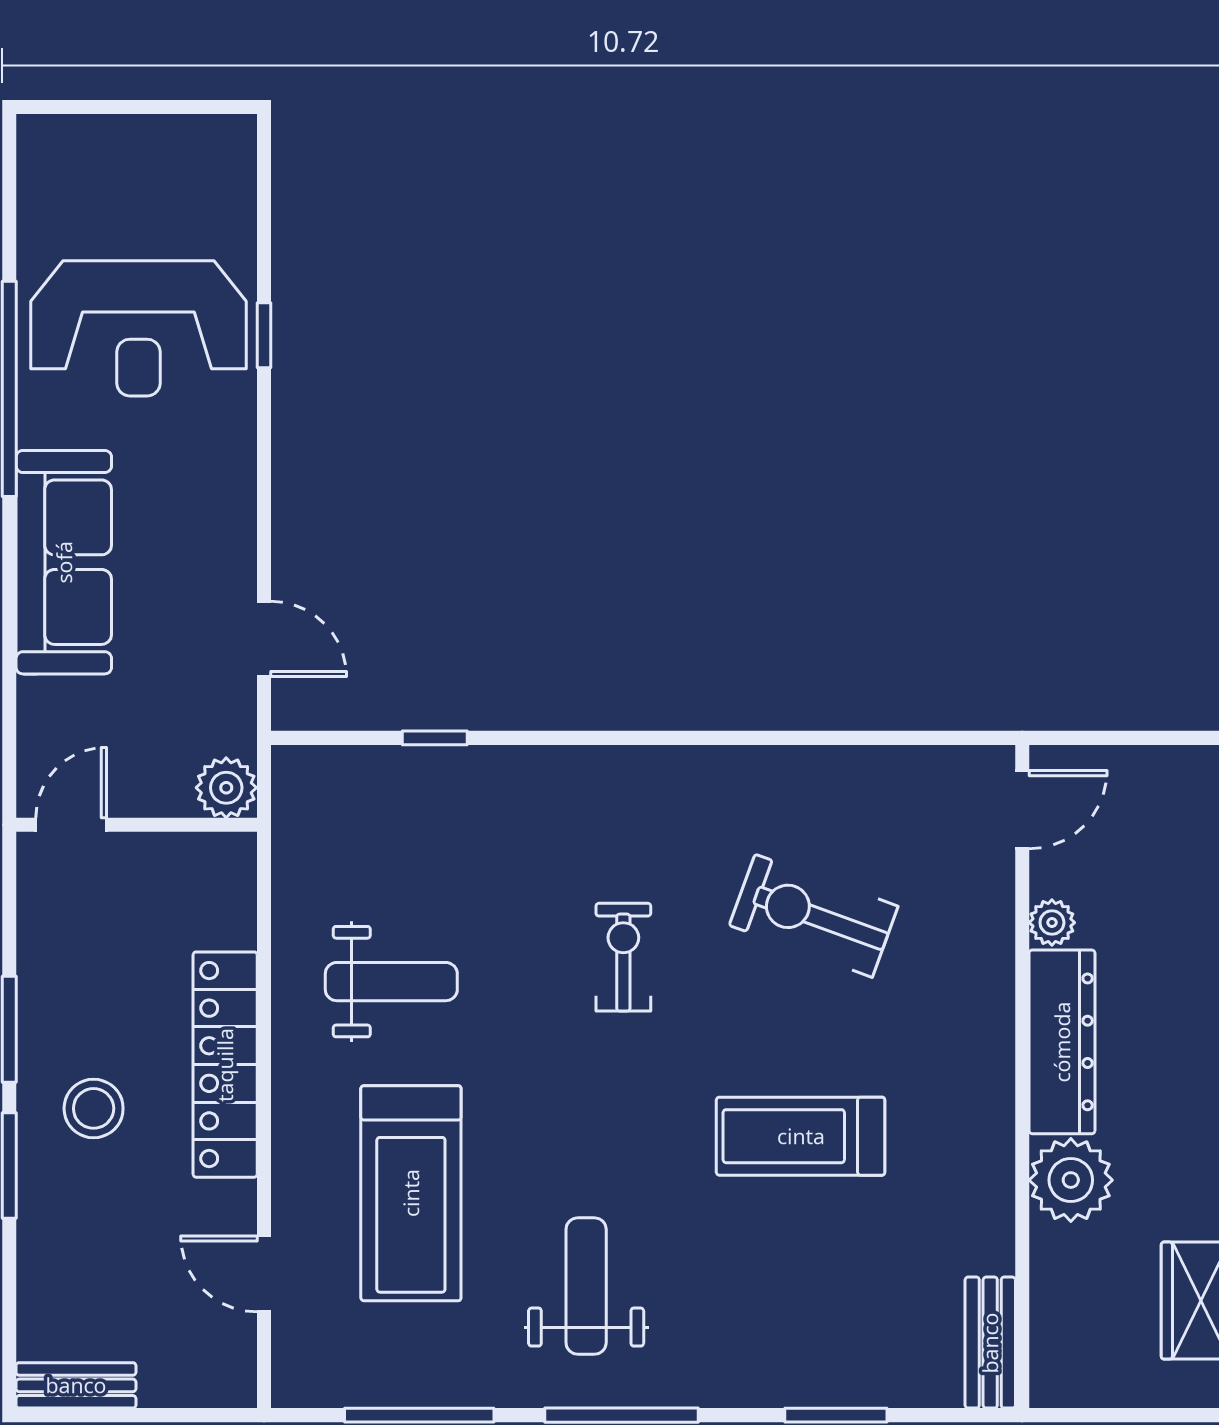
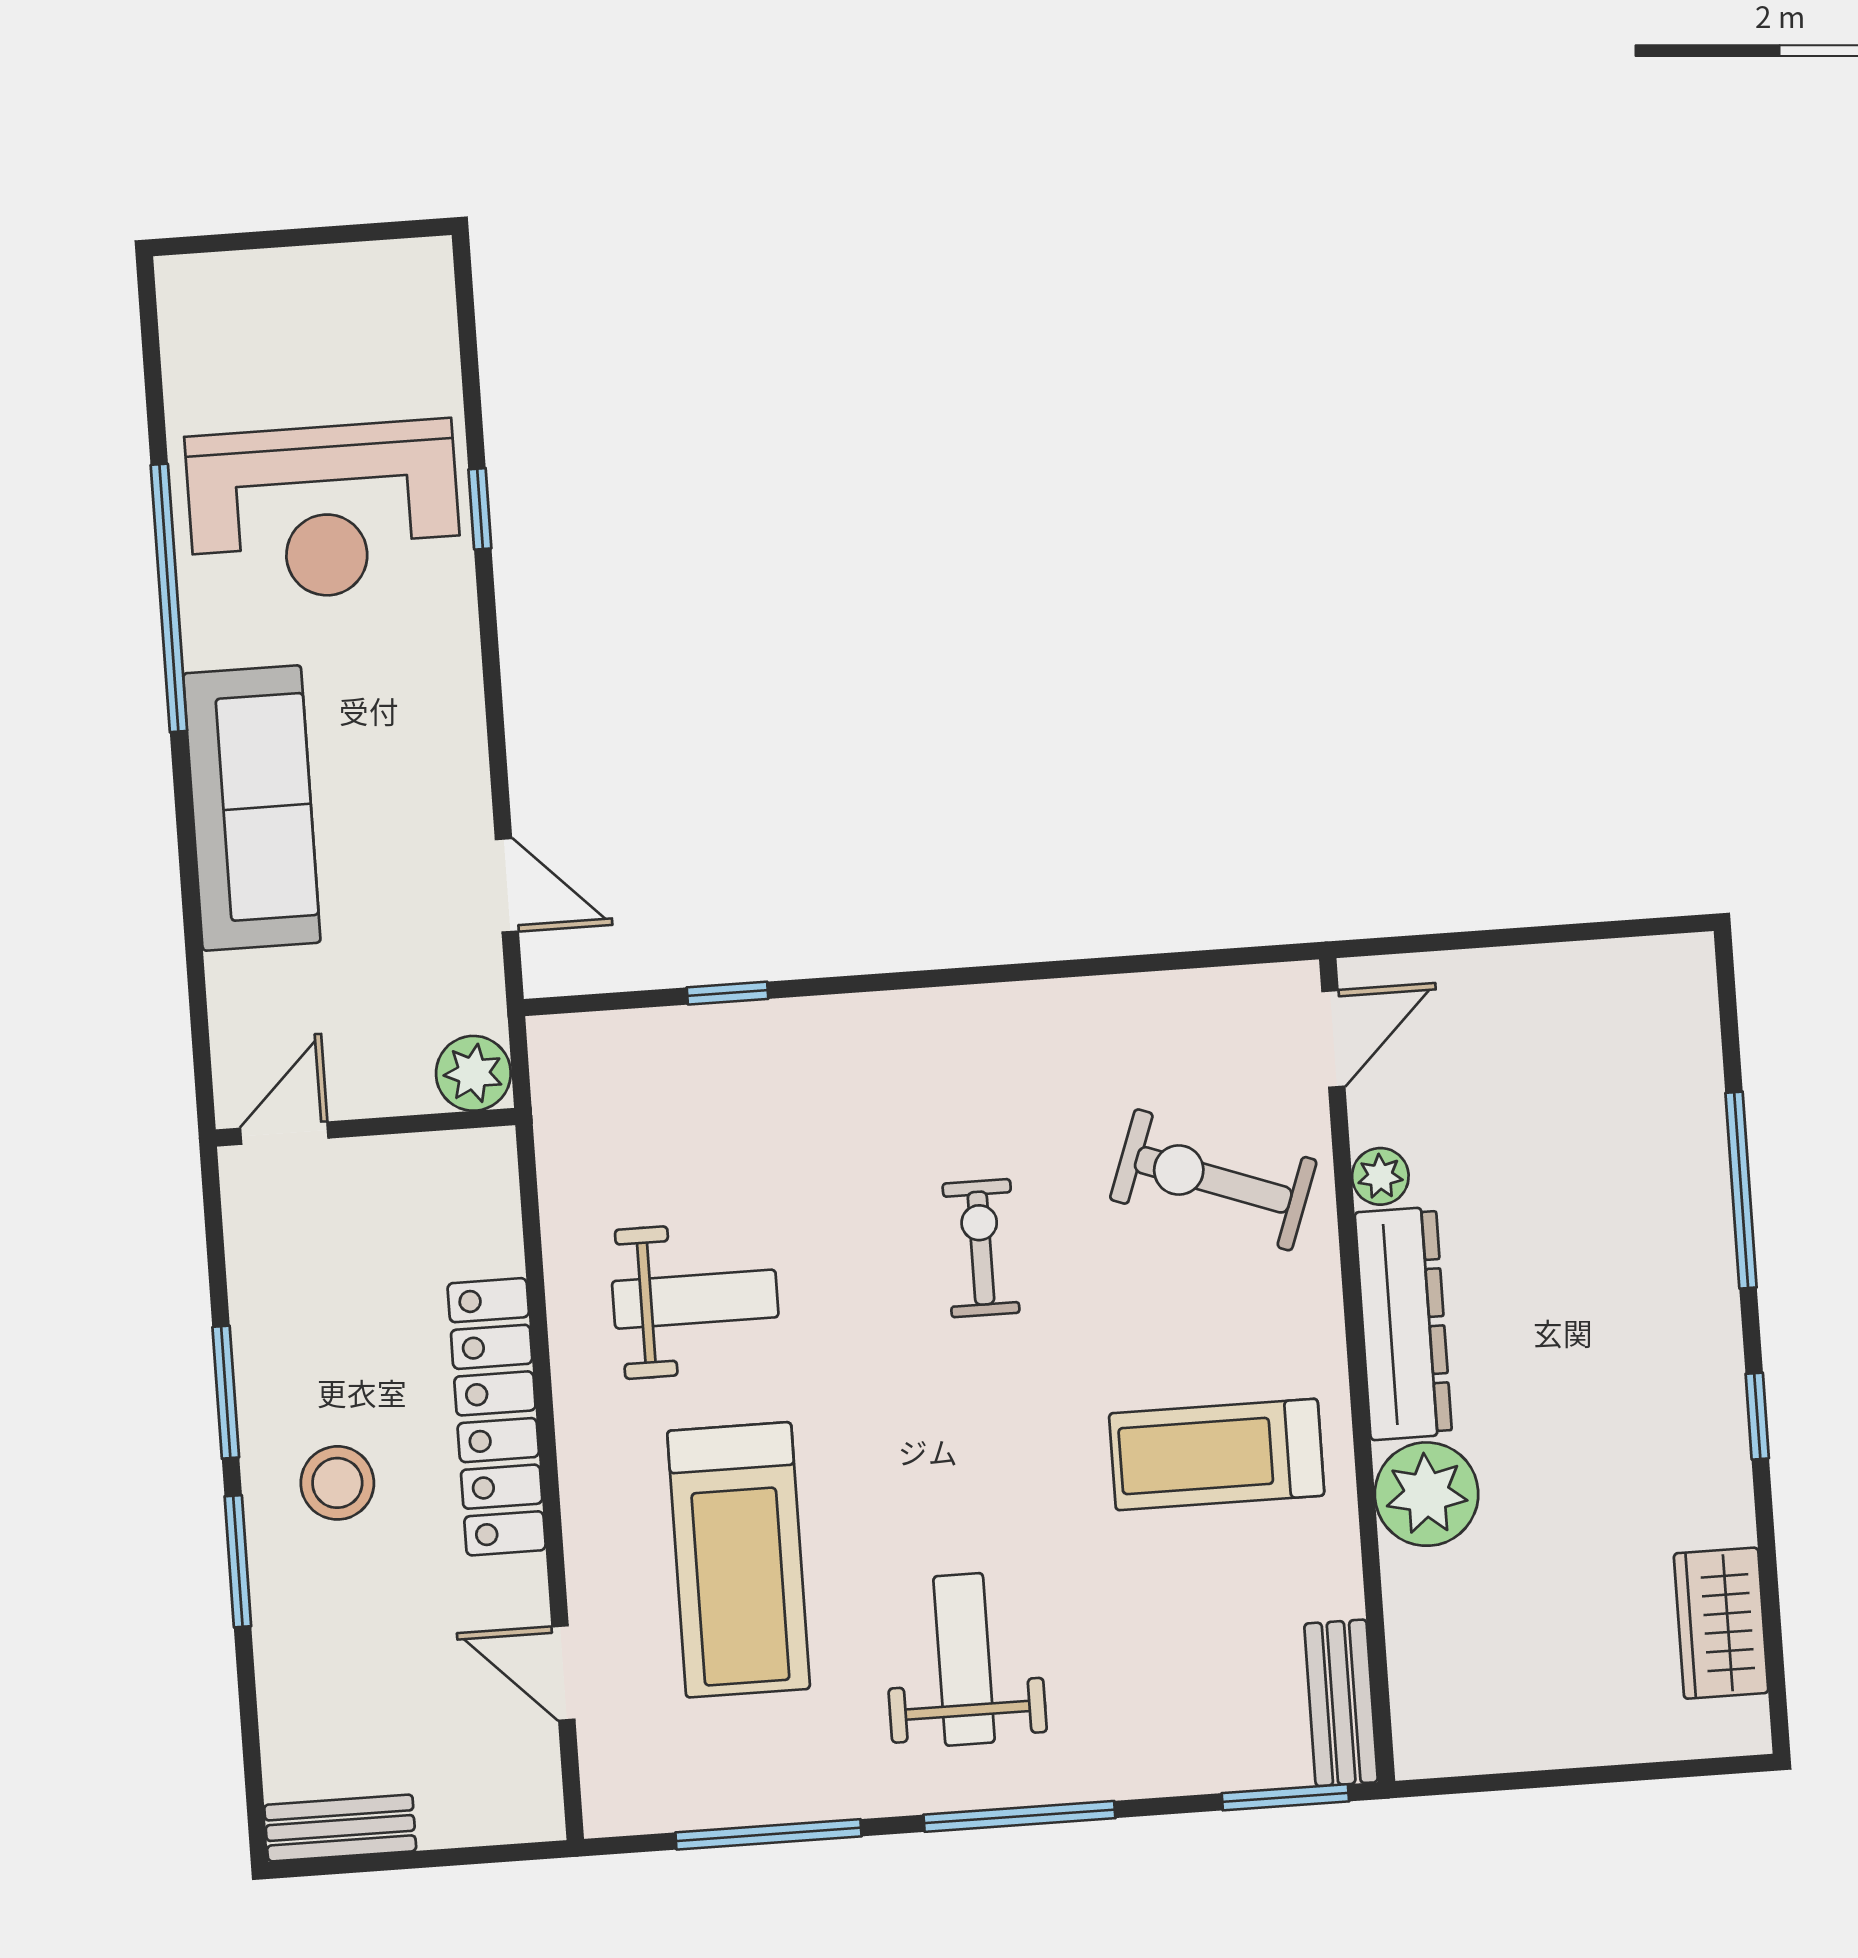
door: (1022, 810) -> (1333, 1039), moved
plant: (1052, 923) -> (1380, 1176), moved
dresser: (1062, 1042) -> (1403, 1323), moved
wall: (1022, 1077) -> (1357, 1370), moved
plant: (1071, 1180) -> (1427, 1494), moved
bench: (990, 1343) -> (1341, 1703), moved

